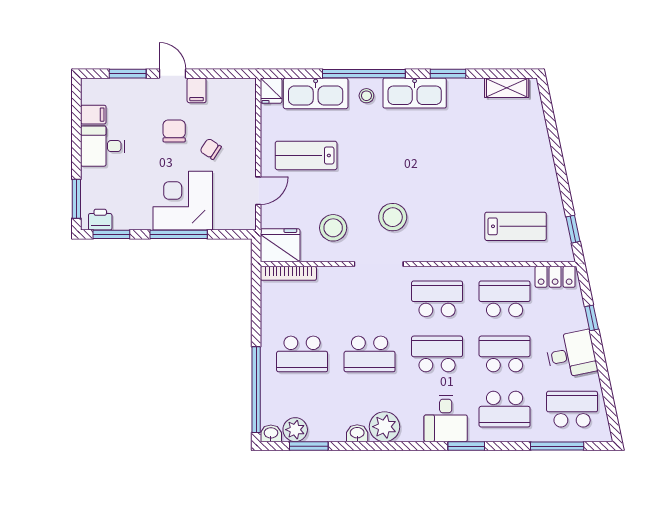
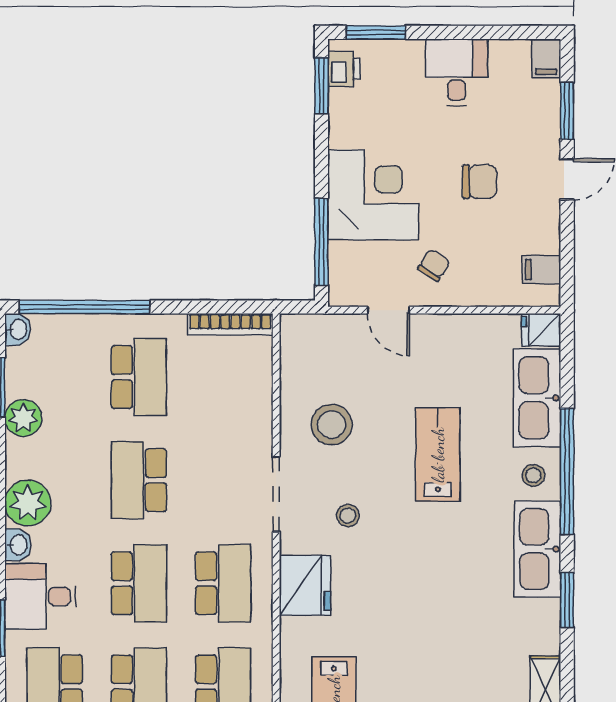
filing cabinet: (197, 90) -> (542, 270), moved
filing cabinet: (93, 115) -> (546, 58), moved
chair: (211, 149) -> (434, 265), moved
lab bench: (306, 155) -> (438, 455), moved
stool: (393, 217) -> (348, 515), width x0.53, depth x0.53
window: (179, 234) -> (321, 242), moved
fridge: (280, 245) -> (305, 585), moved
bookcase: (288, 273) -> (230, 324), moved, turned -90
school desk: (302, 354) -> (139, 377), turned 180
plant: (295, 430) -> (23, 418), moved
washbasin: (357, 433) -> (18, 545), moved

